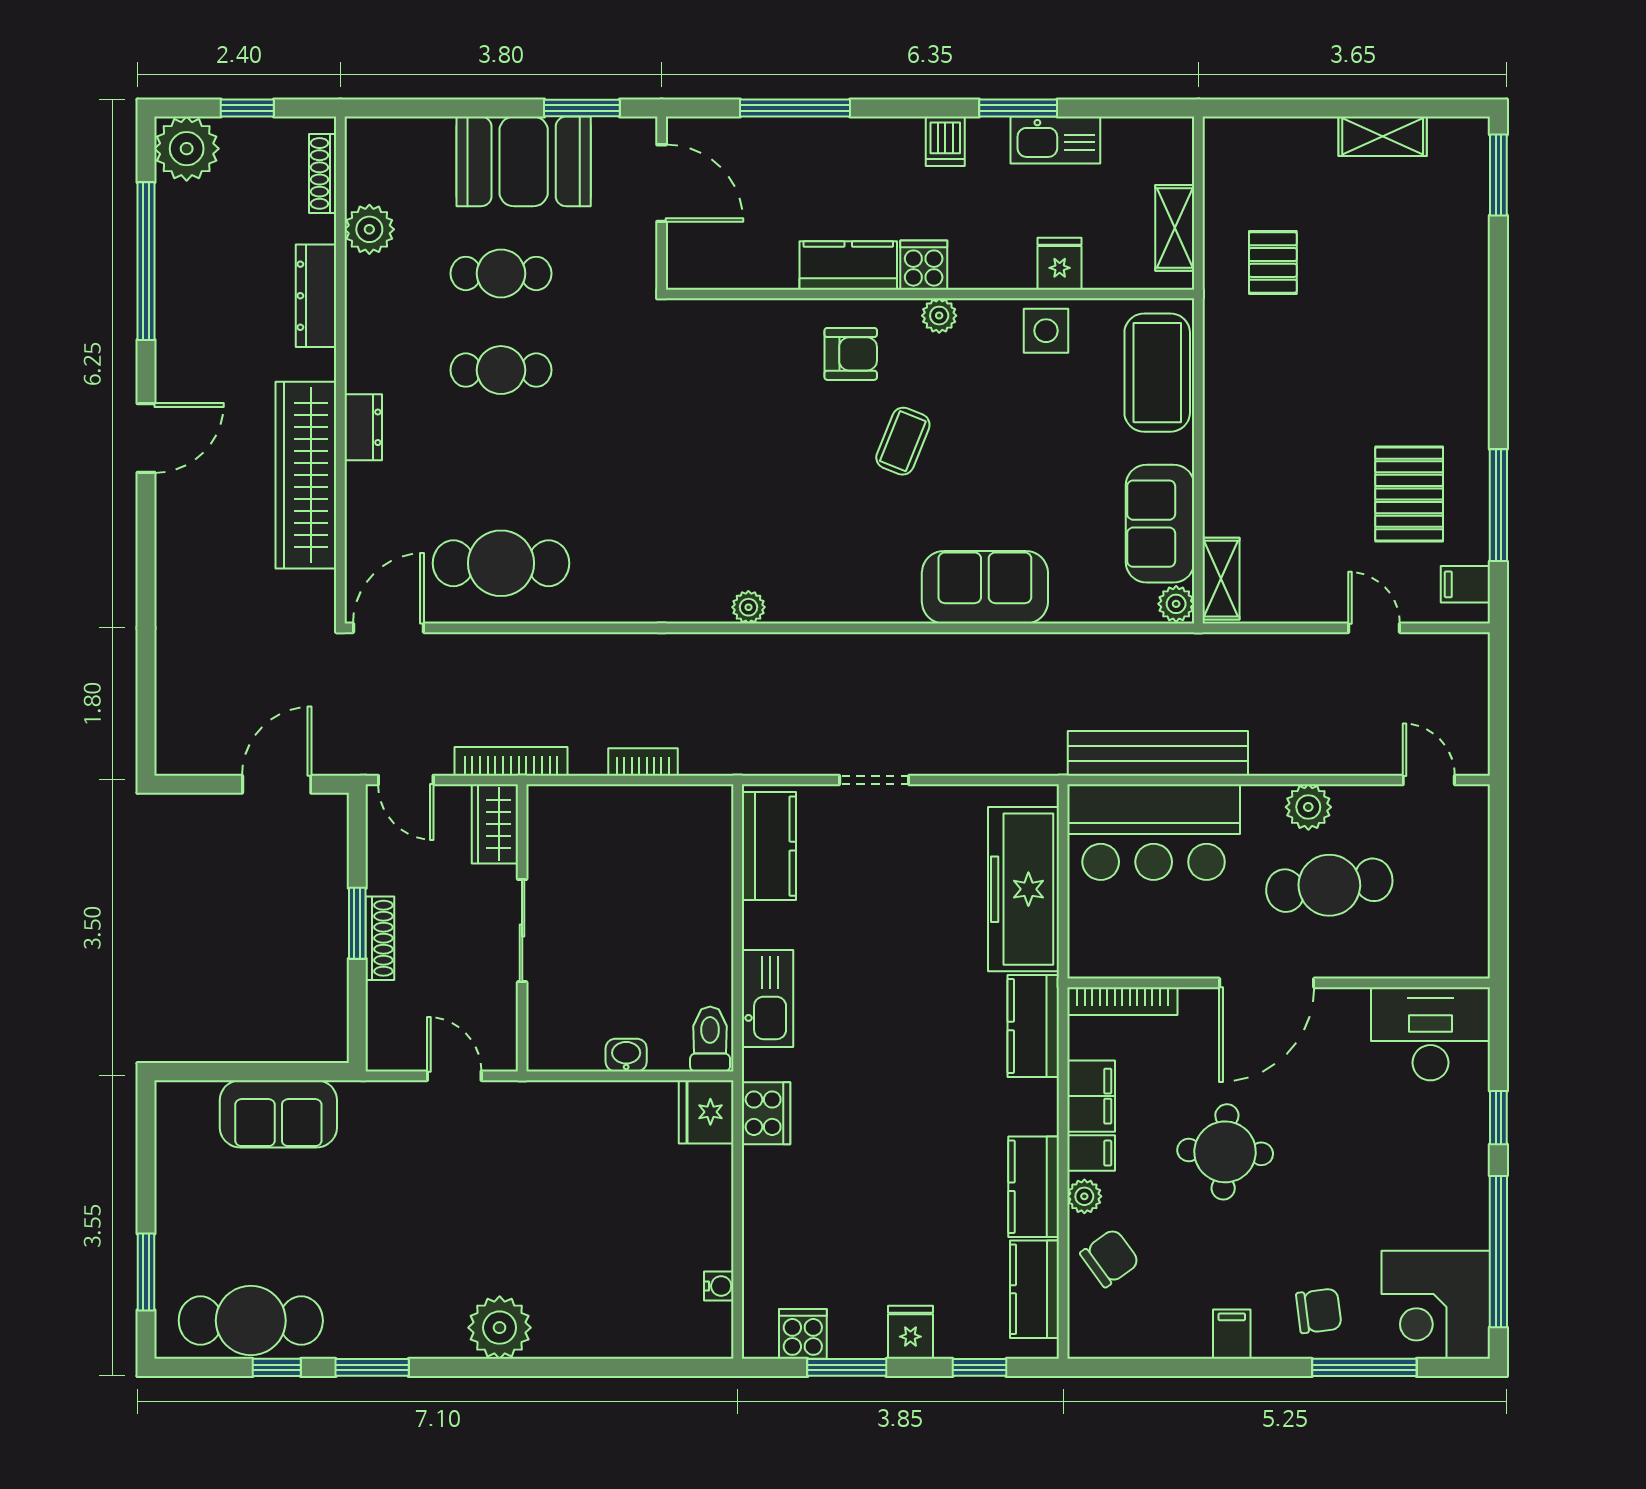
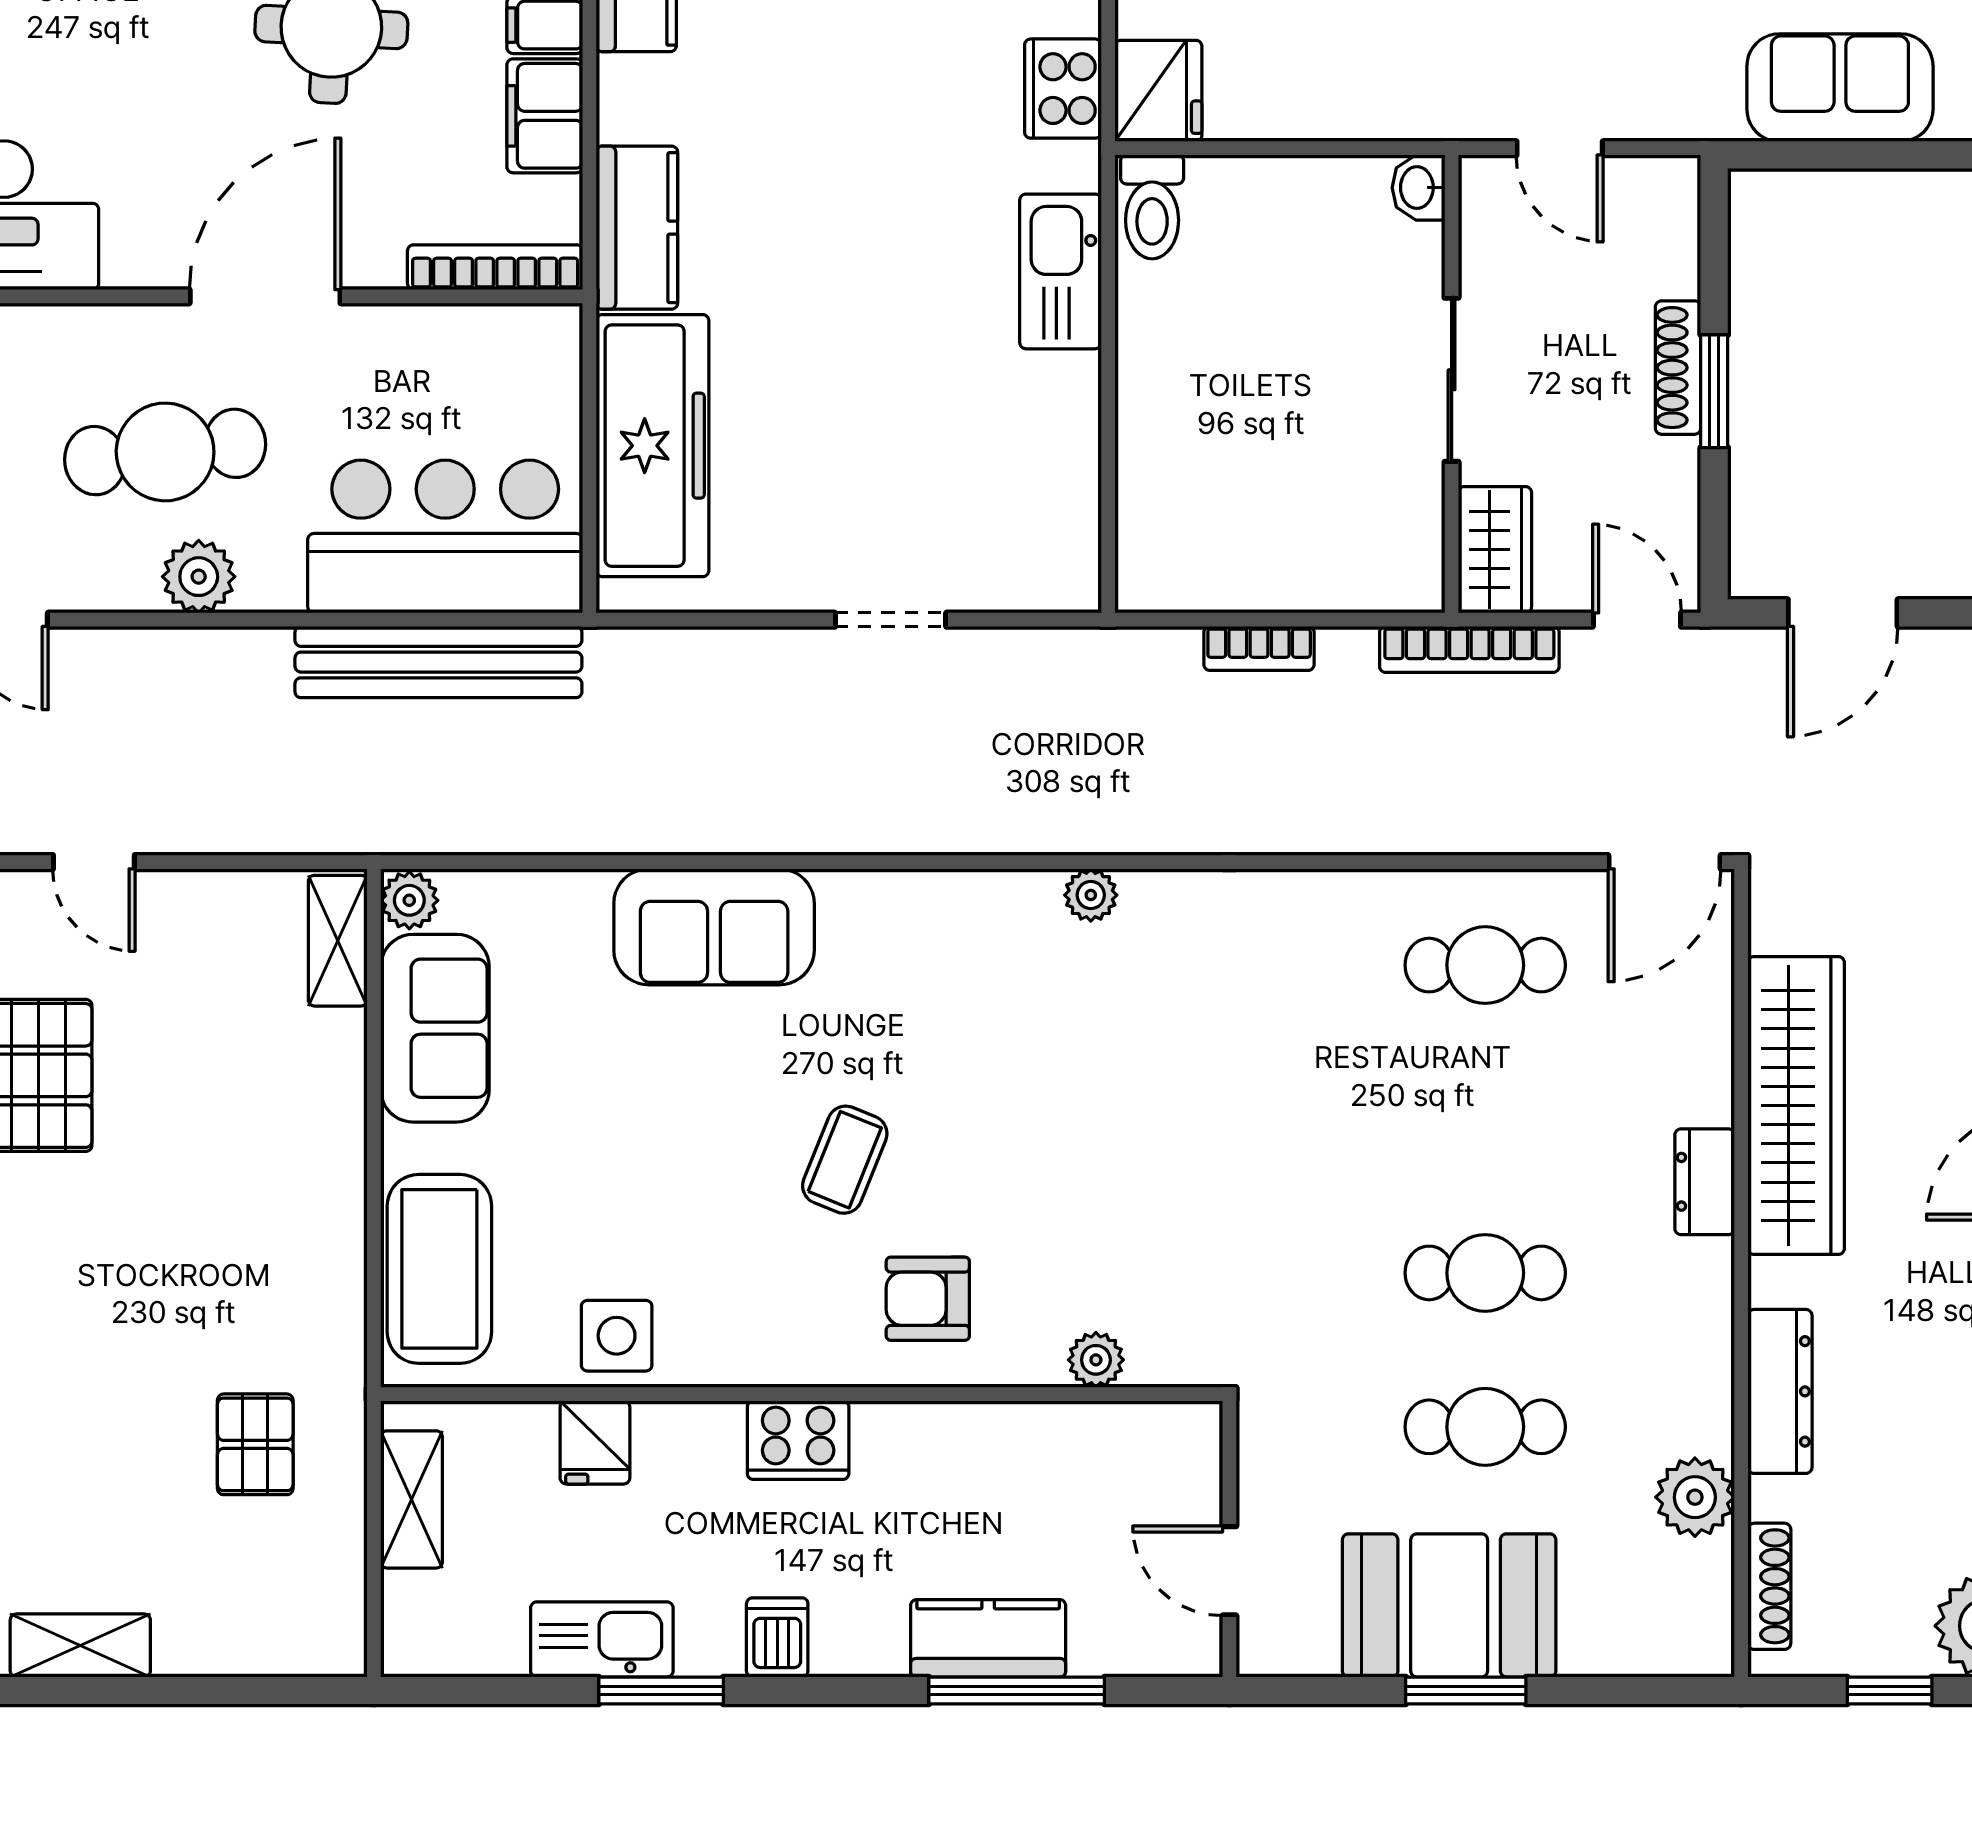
window: (582, 108) -> (1466, 1691), moved
door: (662, 183) -> (1229, 1571), width x0.73
kitchen counter: (848, 265) -> (988, 1638), moved, turned 180
cooker: (924, 265) -> (798, 1440), width x1.36
plant: (939, 316) -> (1096, 1360), moved
cafe table: (501, 563) -> (1485, 965), width x0.73, depth x0.74
kitchen counter: (769, 846) -> (1058, 514), removed
washbasin: (626, 1055) -> (1418, 188), moved, turned 90

